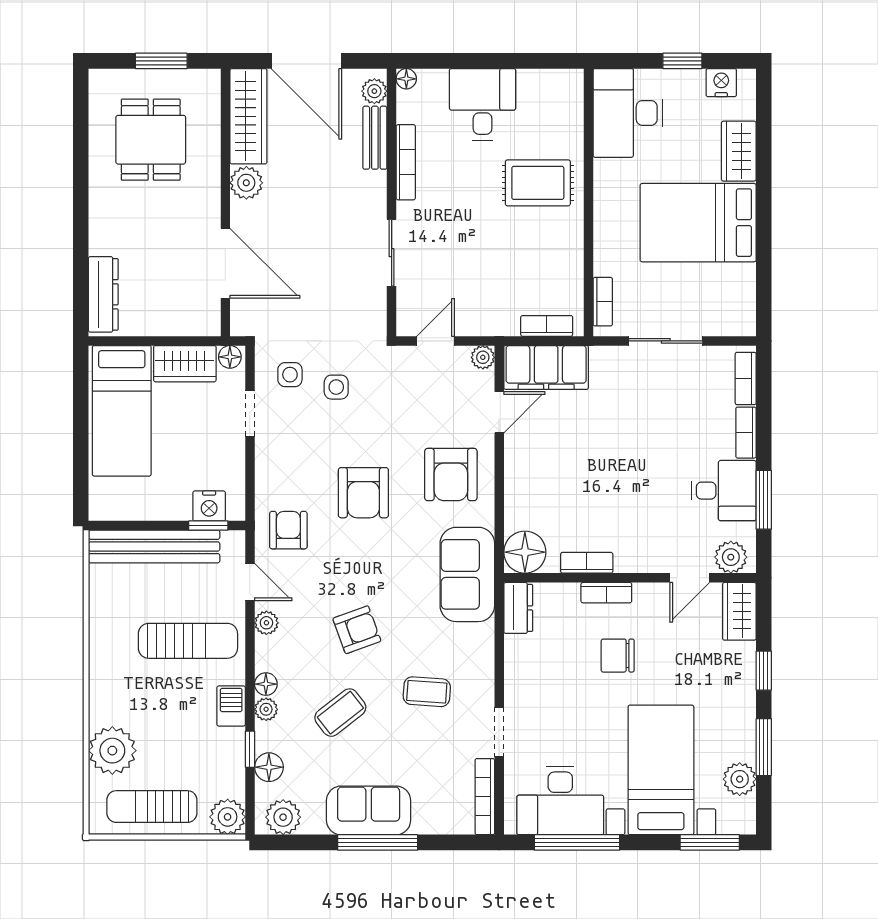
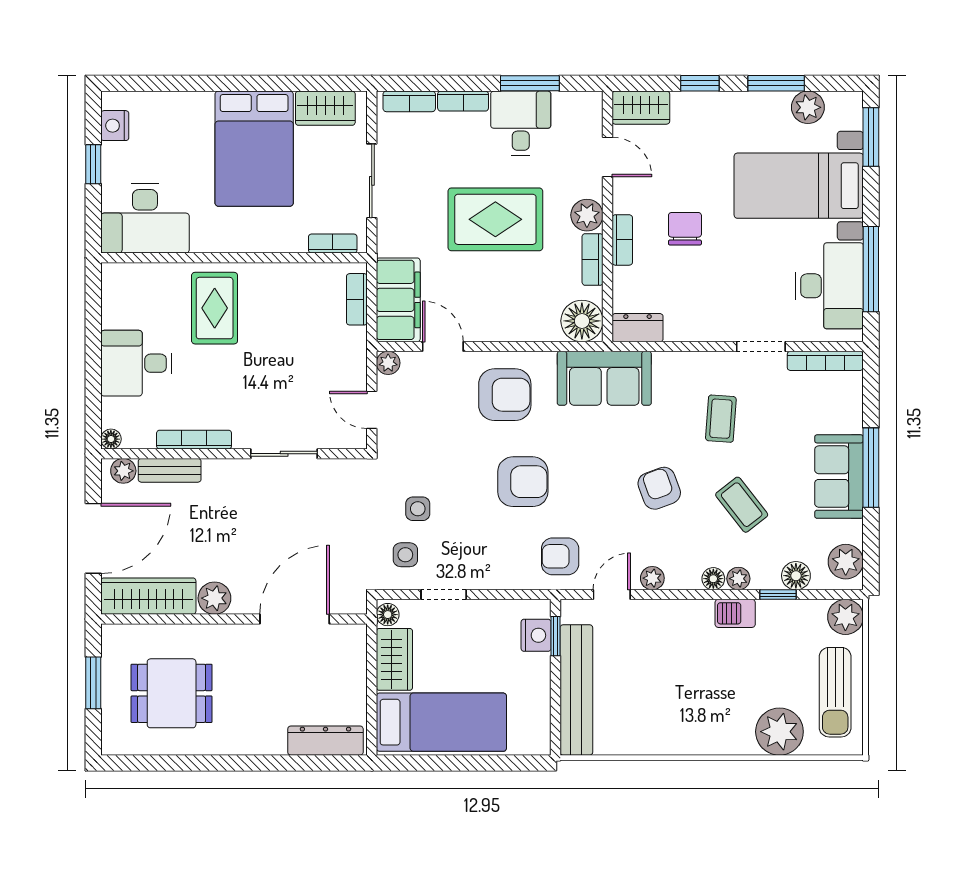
wardrobe: (739, 151) -> (325, 108), moved
rug: (627, 465) -> (495, 219), added
plant: (731, 557) -> (587, 215), moved
sun lounger: (188, 641) -> (670, 656), removed
chair: (618, 656) -> (685, 229), turned 180

